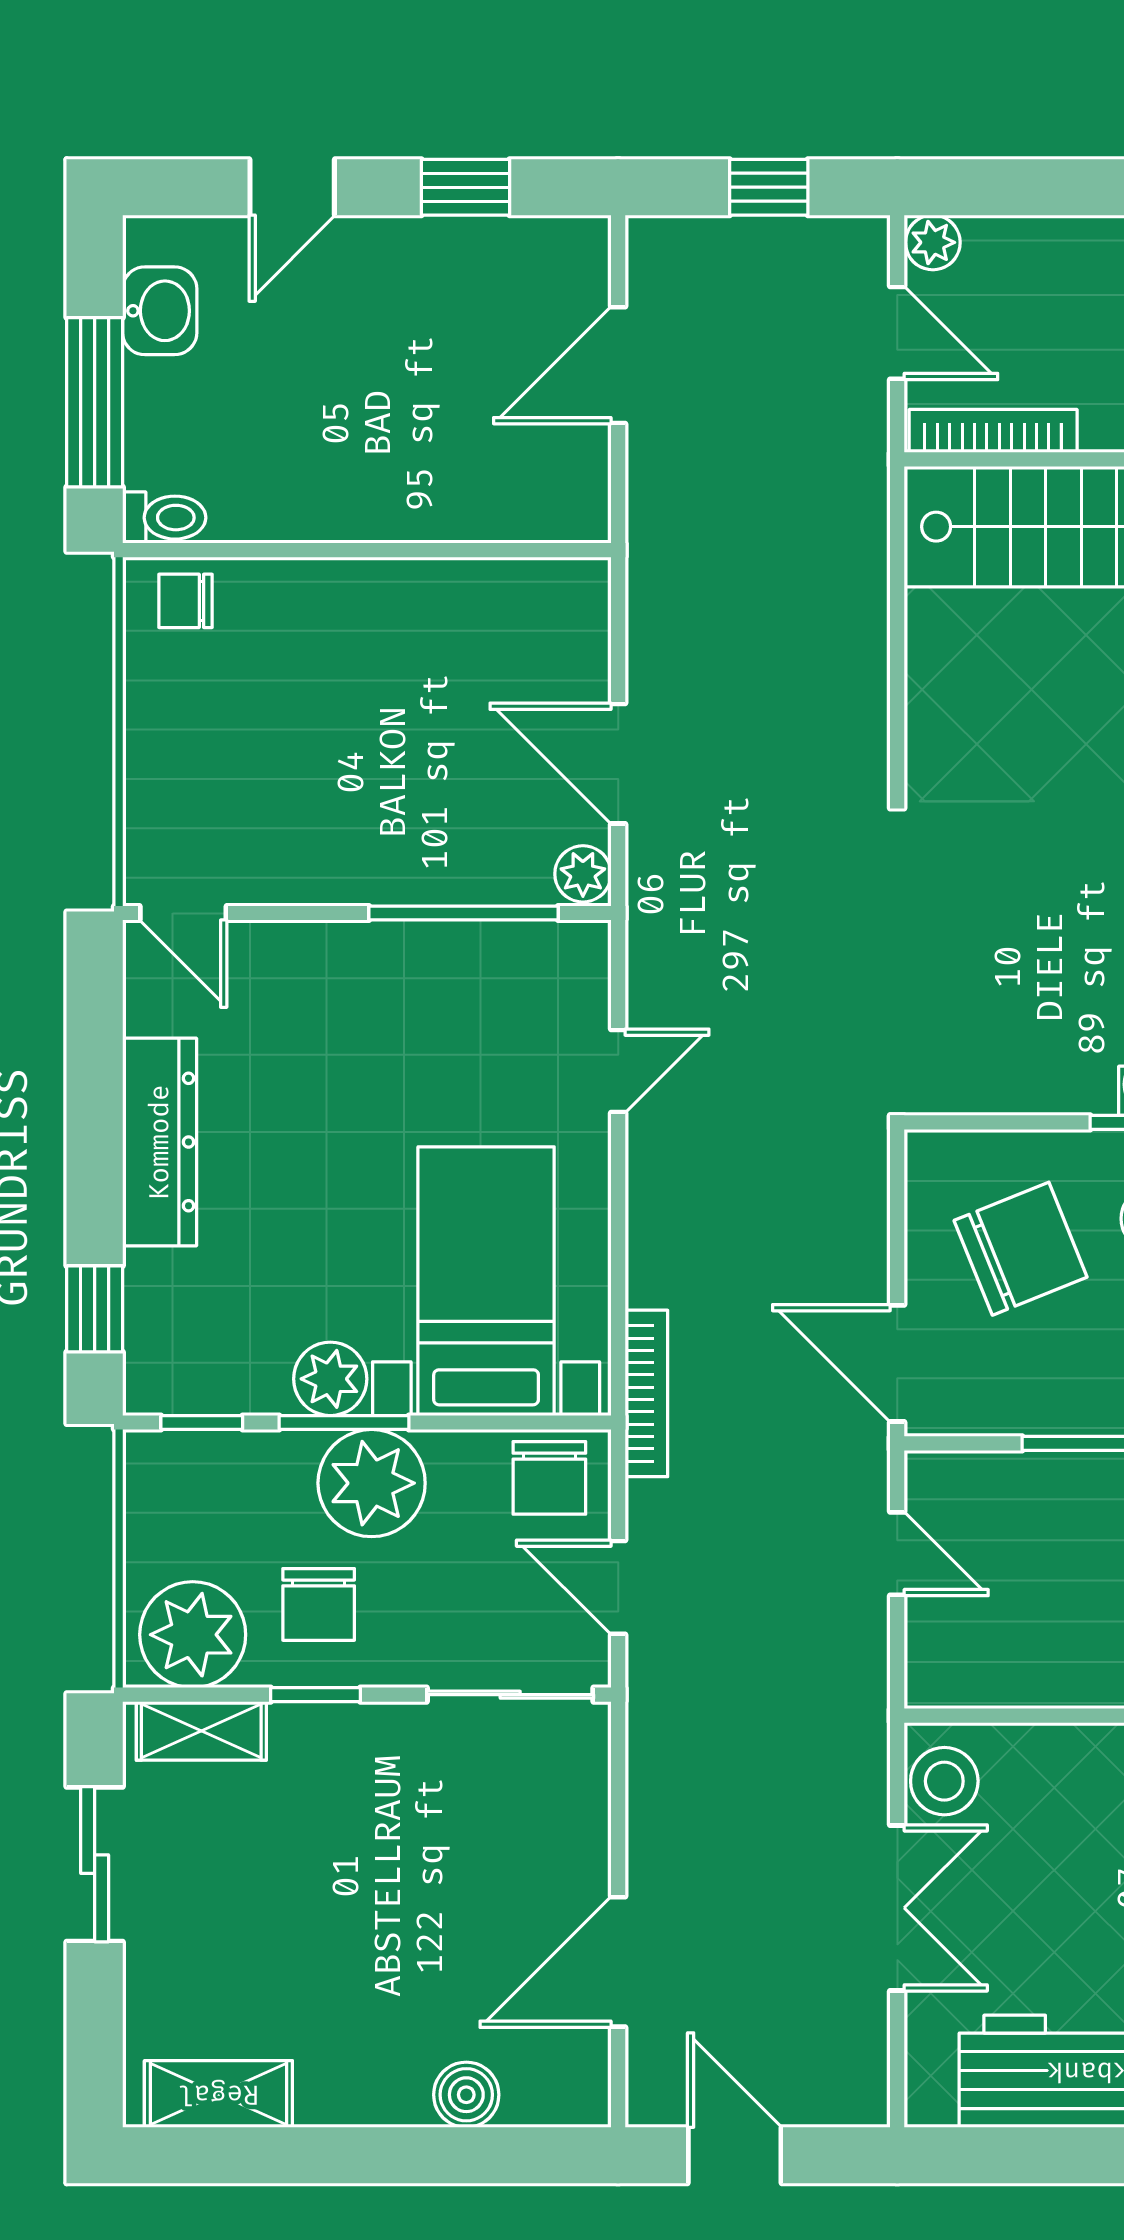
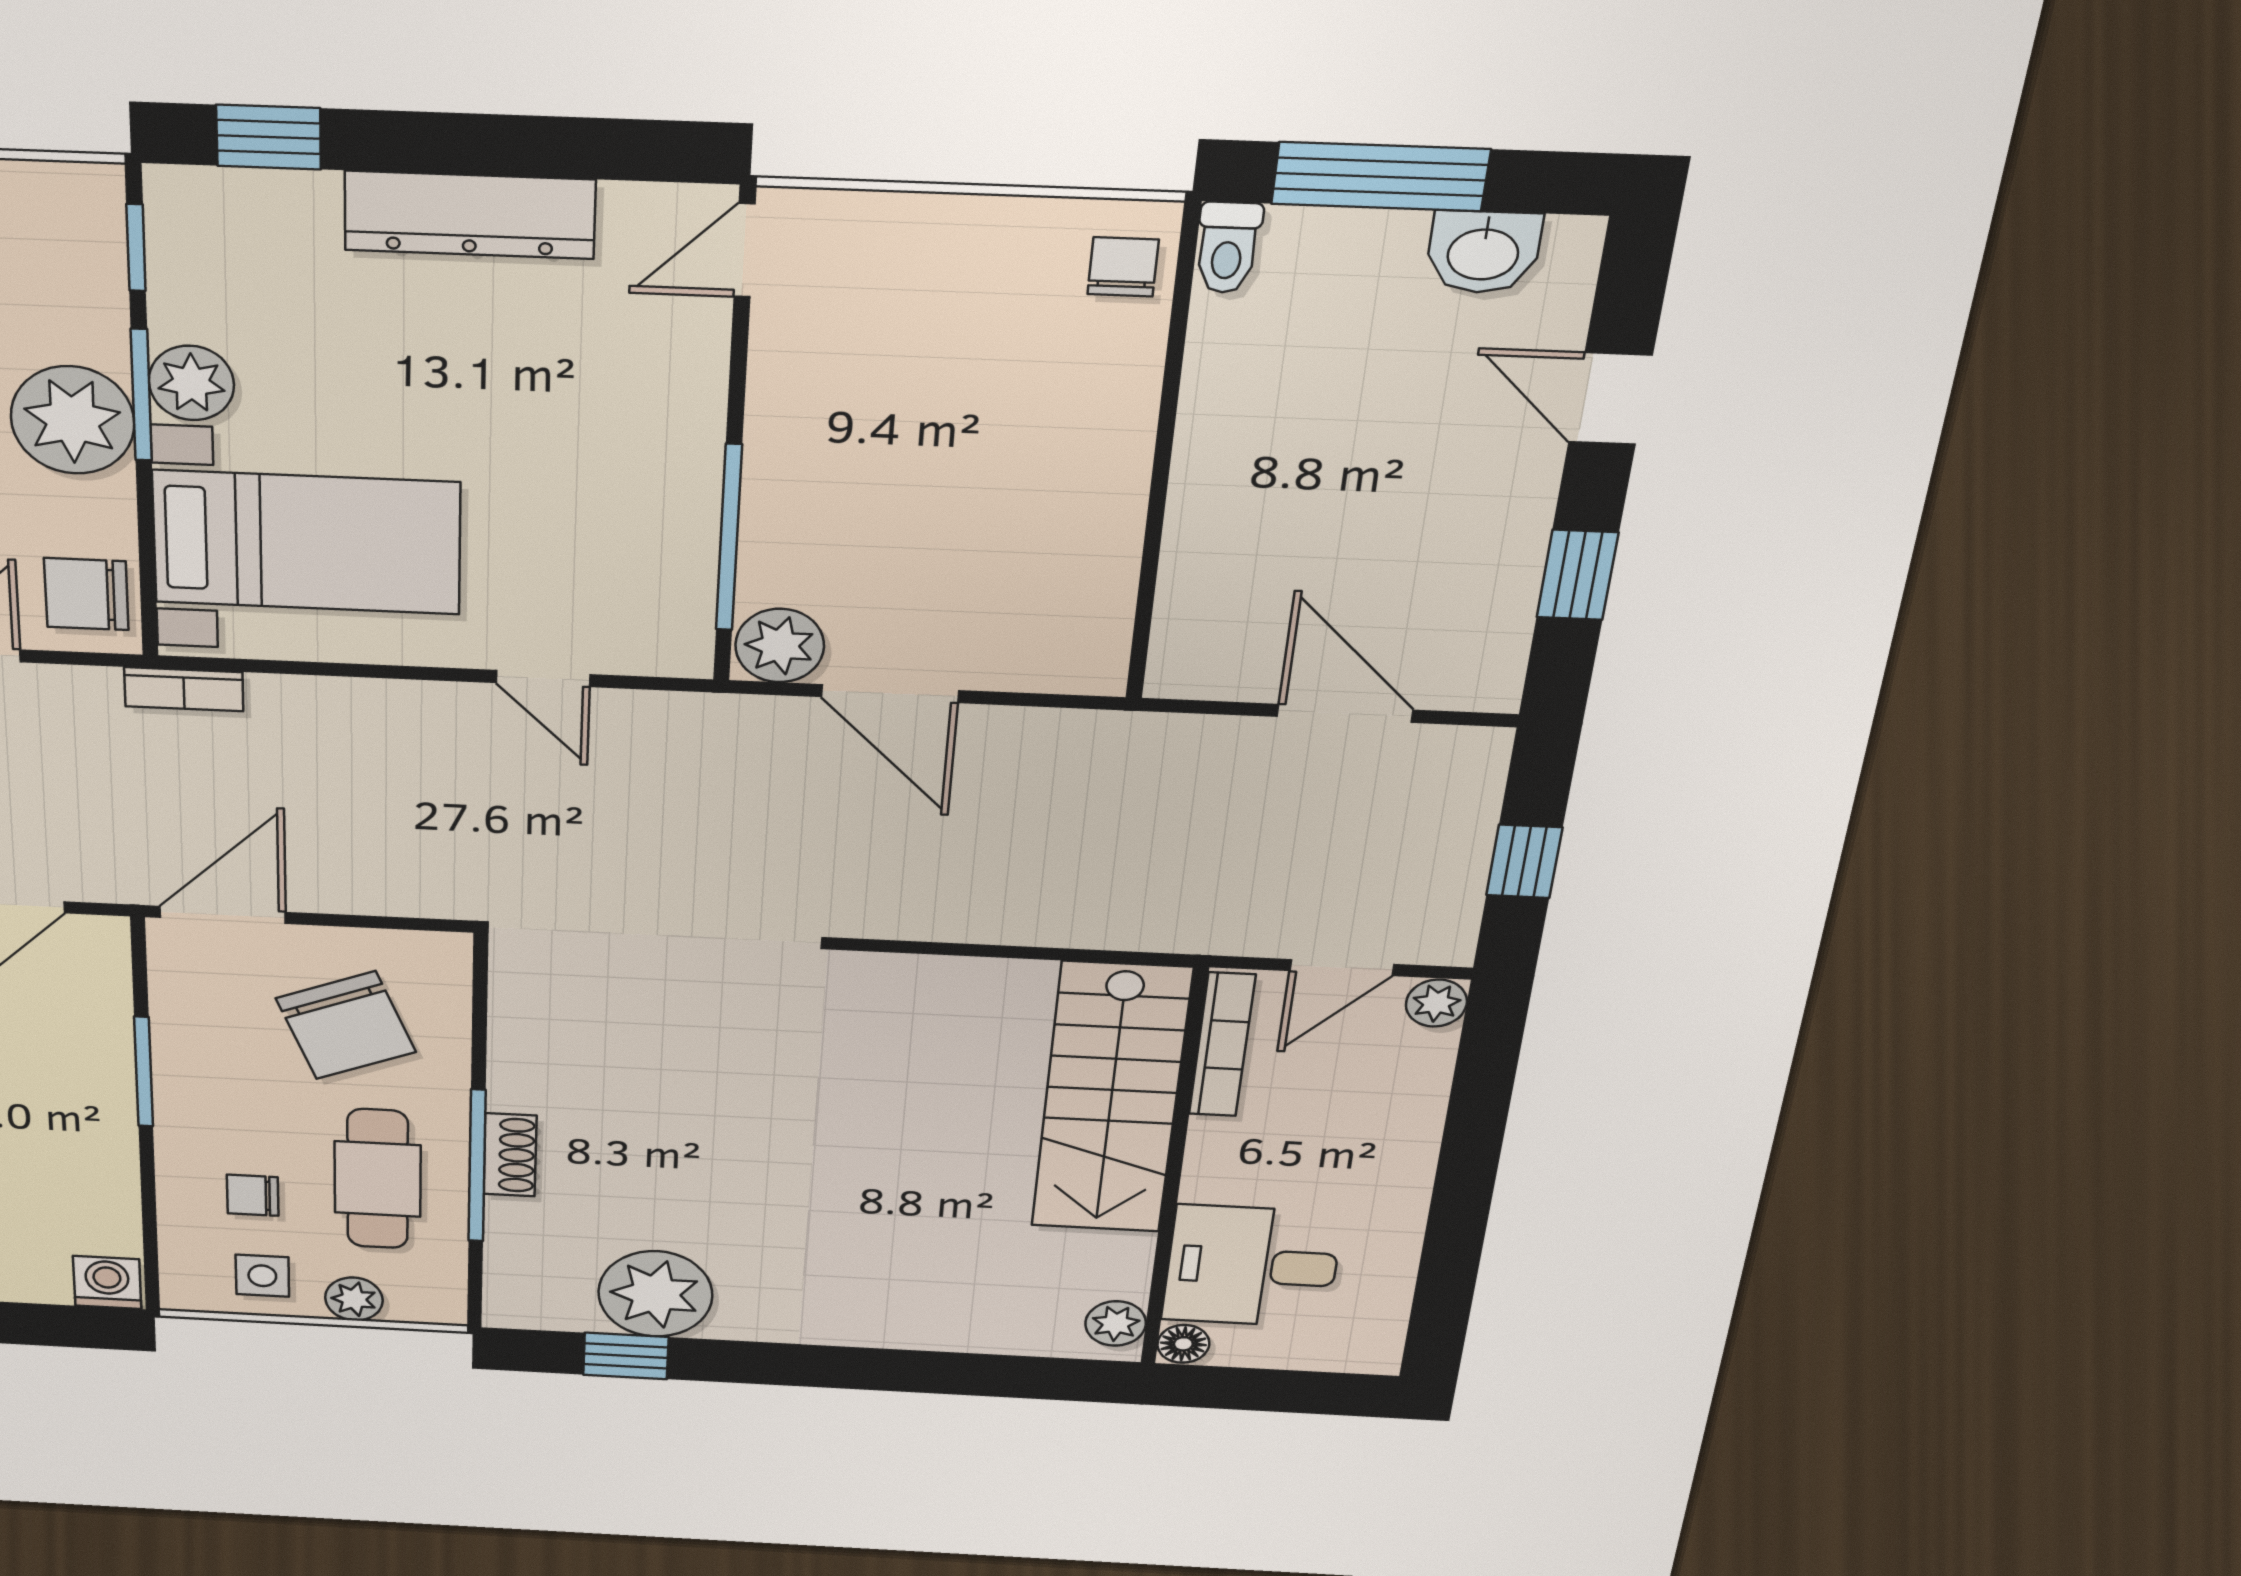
door: (618, 764) -> (890, 694), swing flipped
plant: (583, 874) -> (780, 646), width x1.38, depth x1.38
bookcase: (646, 1393) -> (184, 689), width x0.64

